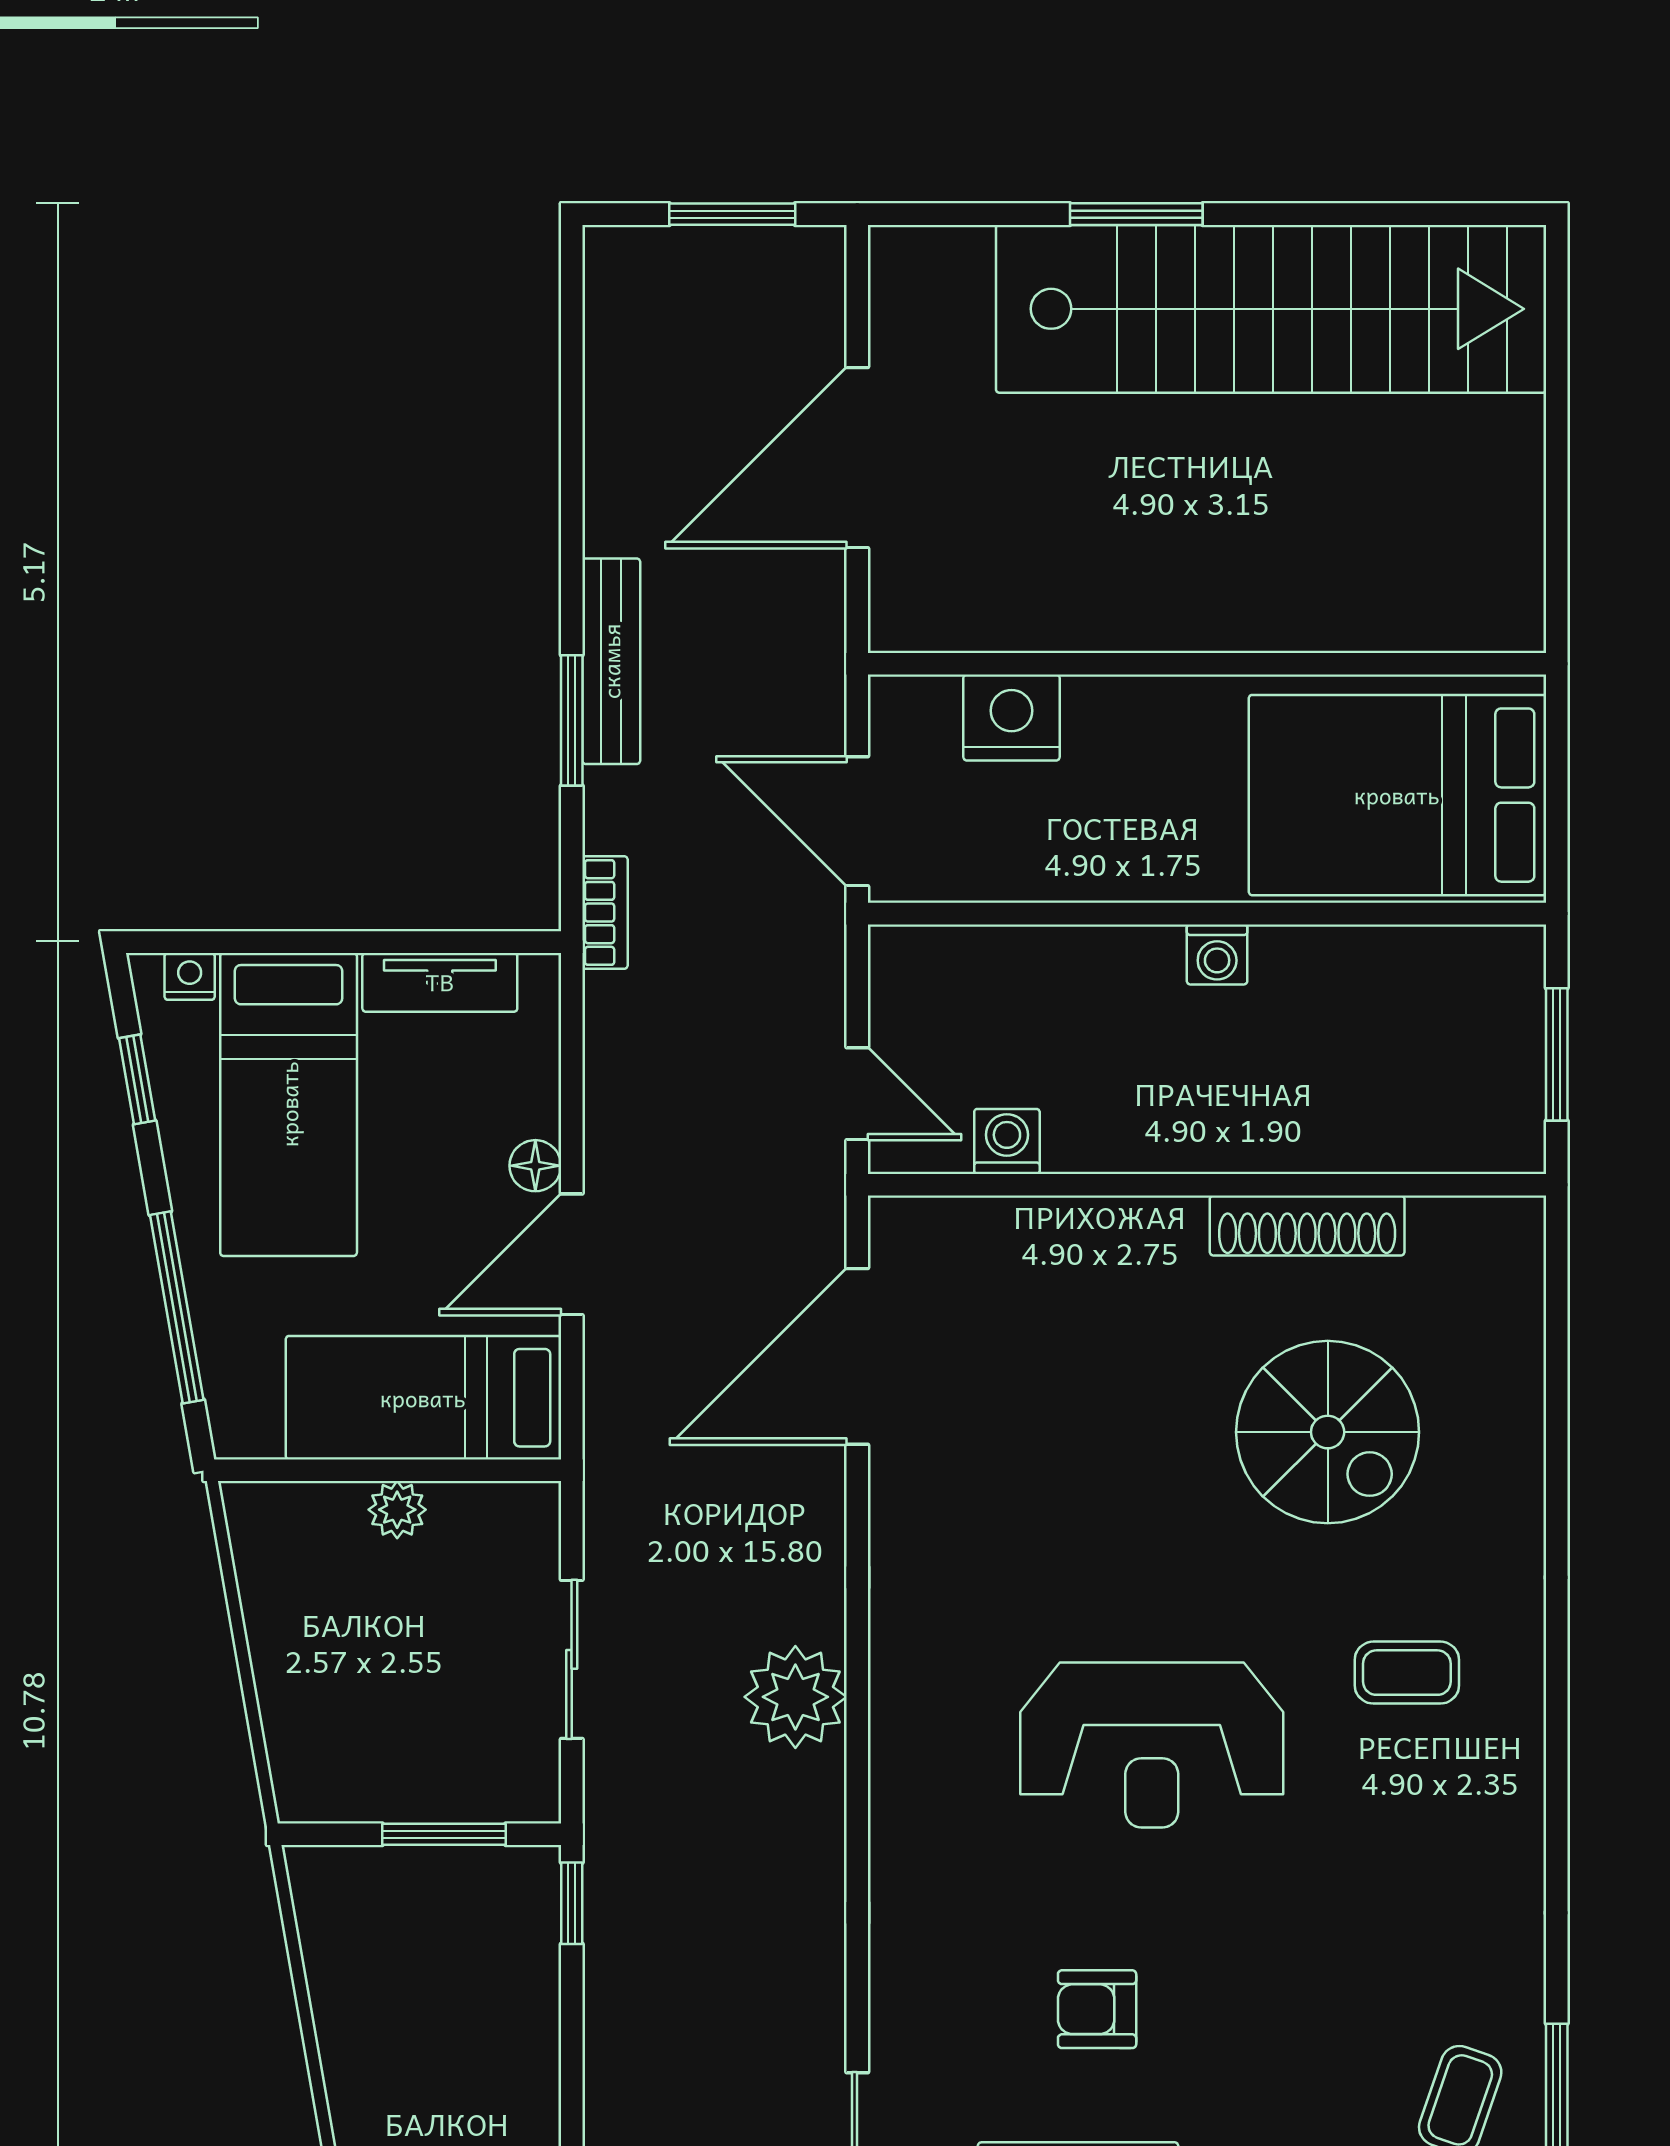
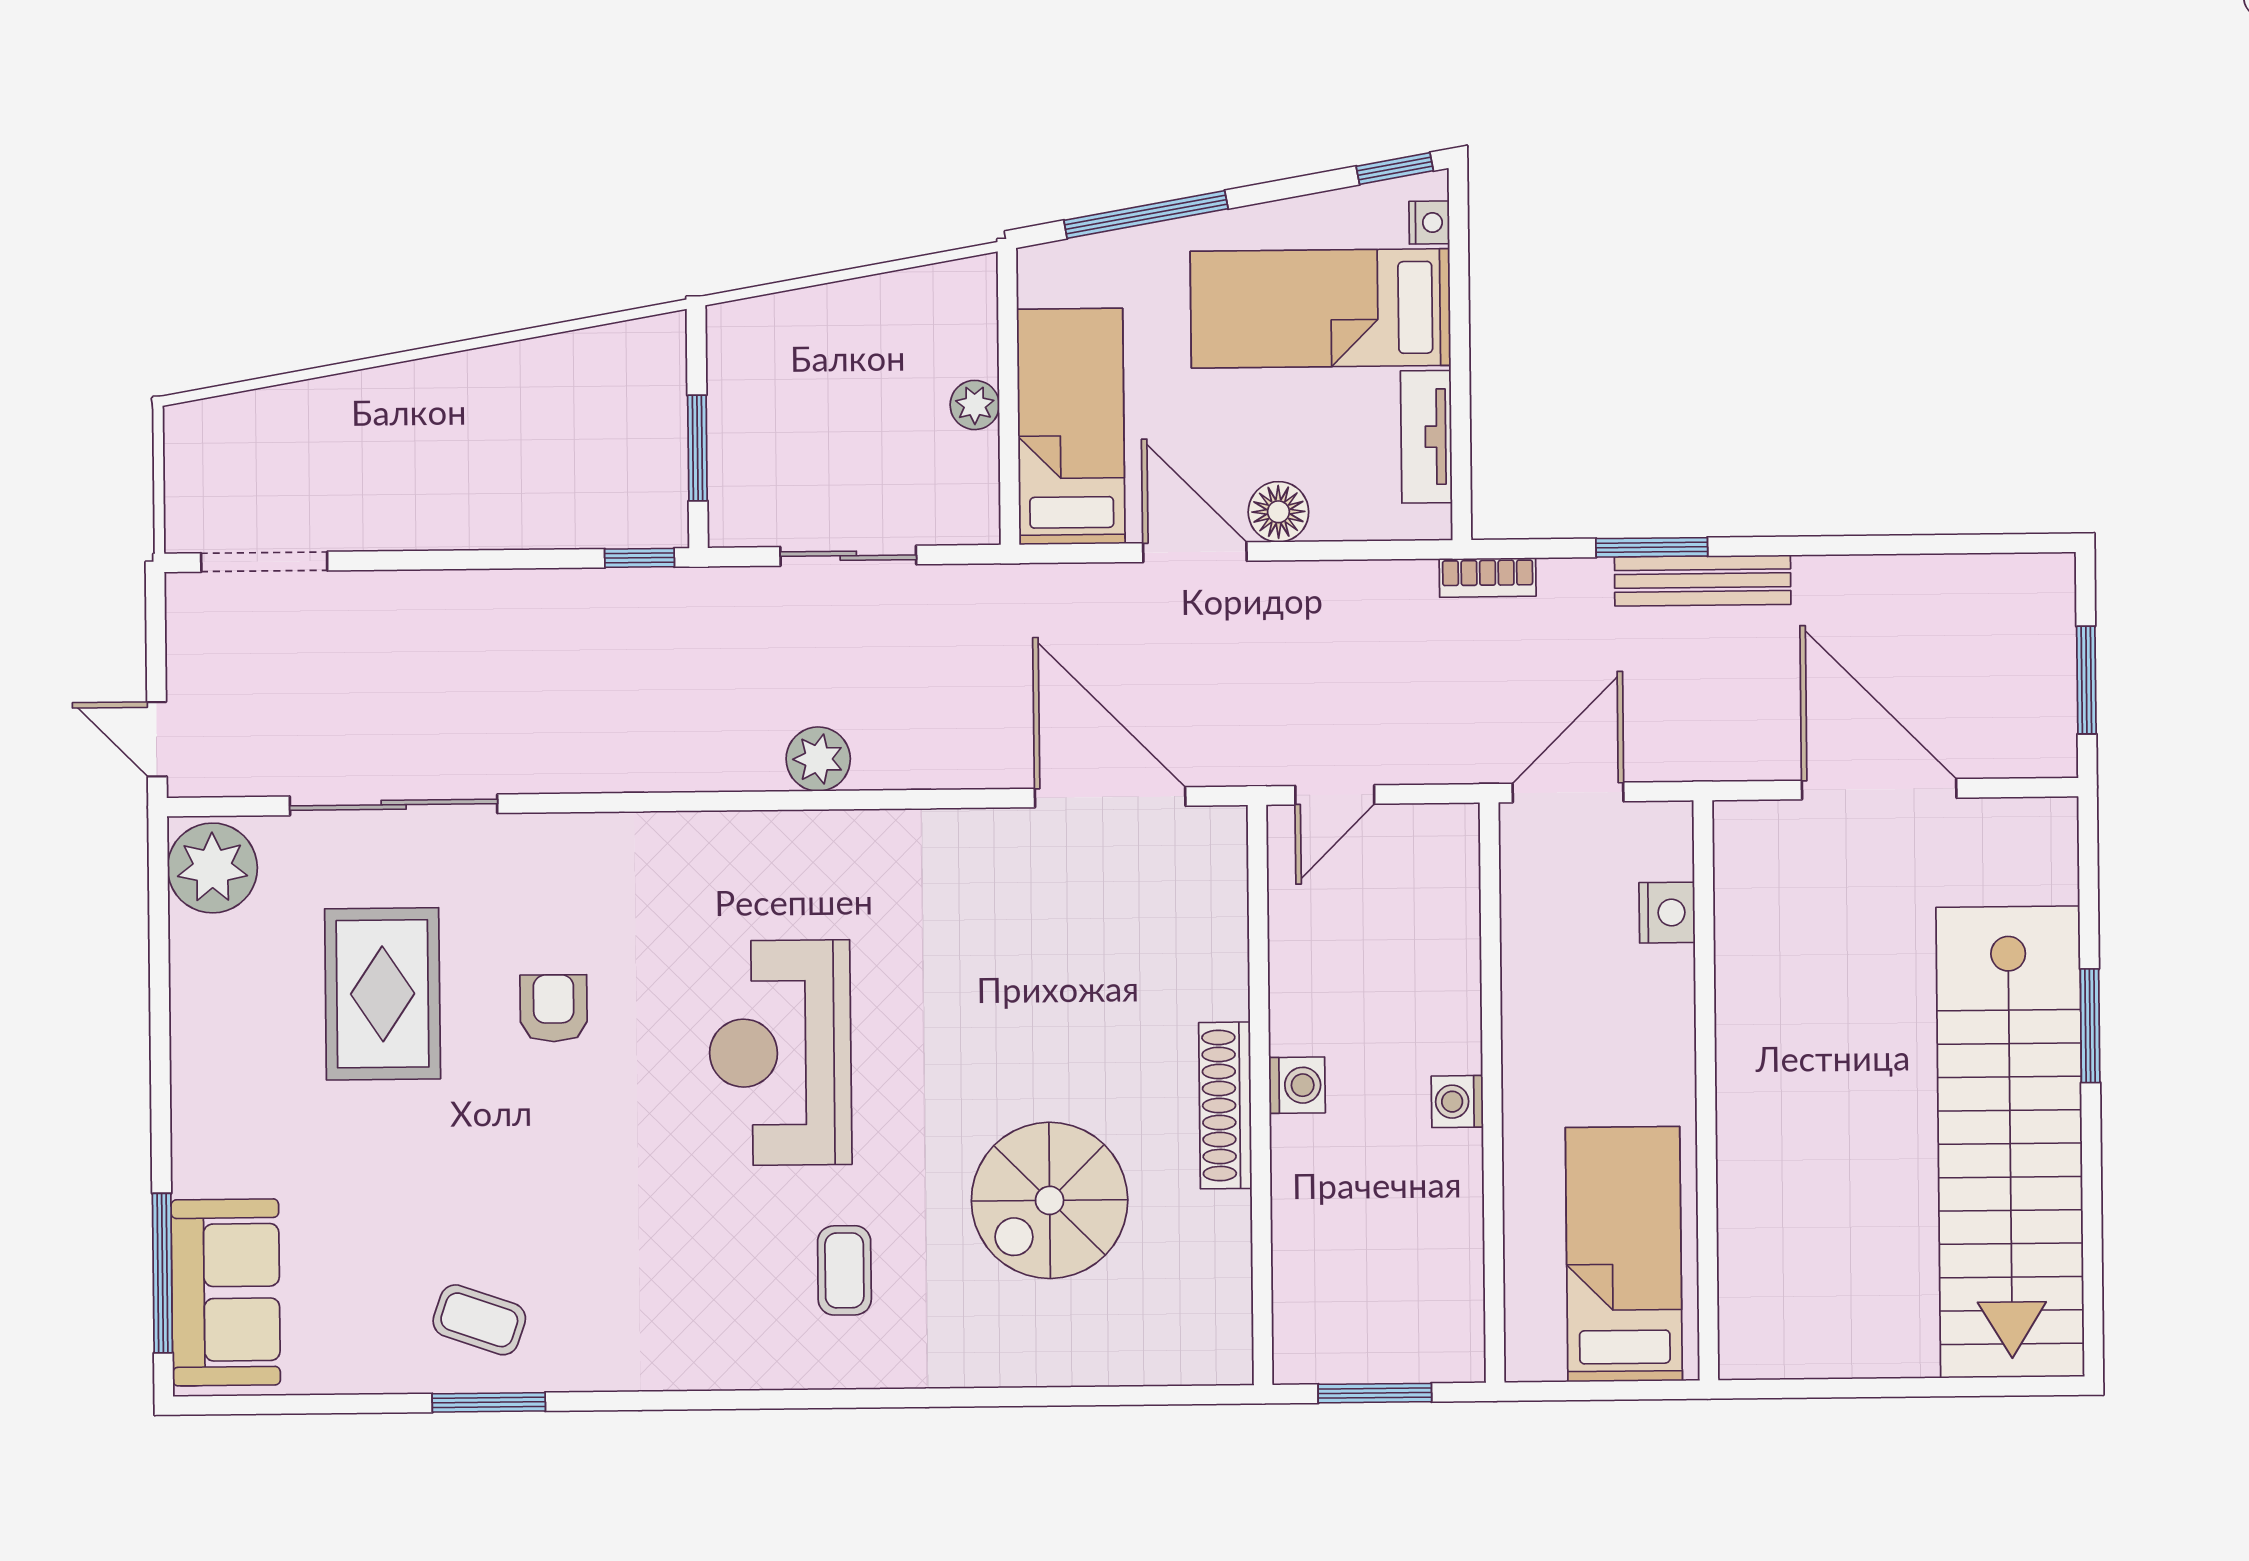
nightstand: (1011, 718) -> (1667, 913), width x0.74, depth x0.75
bed: (1397, 795) -> (1624, 1254), width x0.67
window: (137, 1079) -> (1395, 169), moved
washing machine: (1007, 1141) -> (1297, 1085), moved
floor lamp: (535, 1166) -> (1278, 512), width x1.37, depth x1.37
shoe rack: (1307, 1226) -> (1225, 1105), moved
plant: (795, 1697) -> (818, 759), width x0.73, depth x0.73

